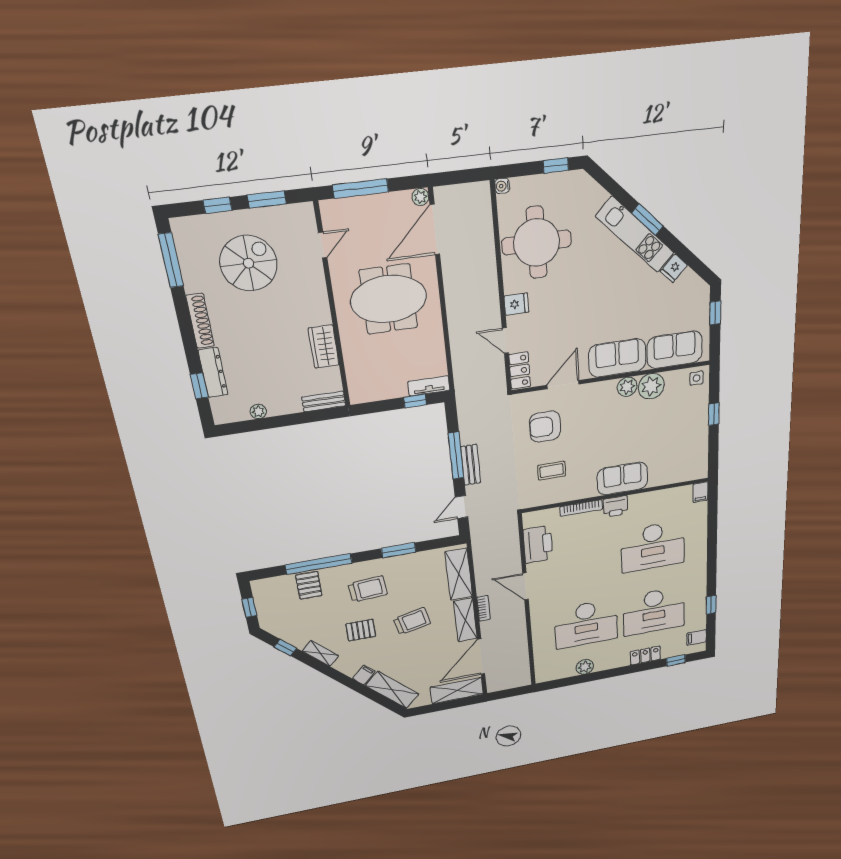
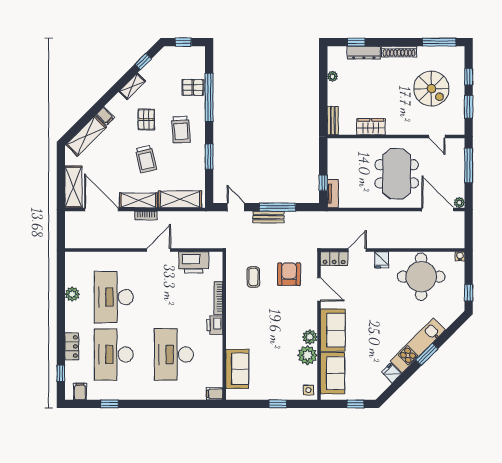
sofa: (622, 479) -> (237, 369), moved

